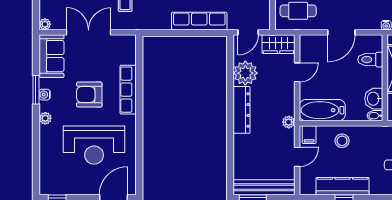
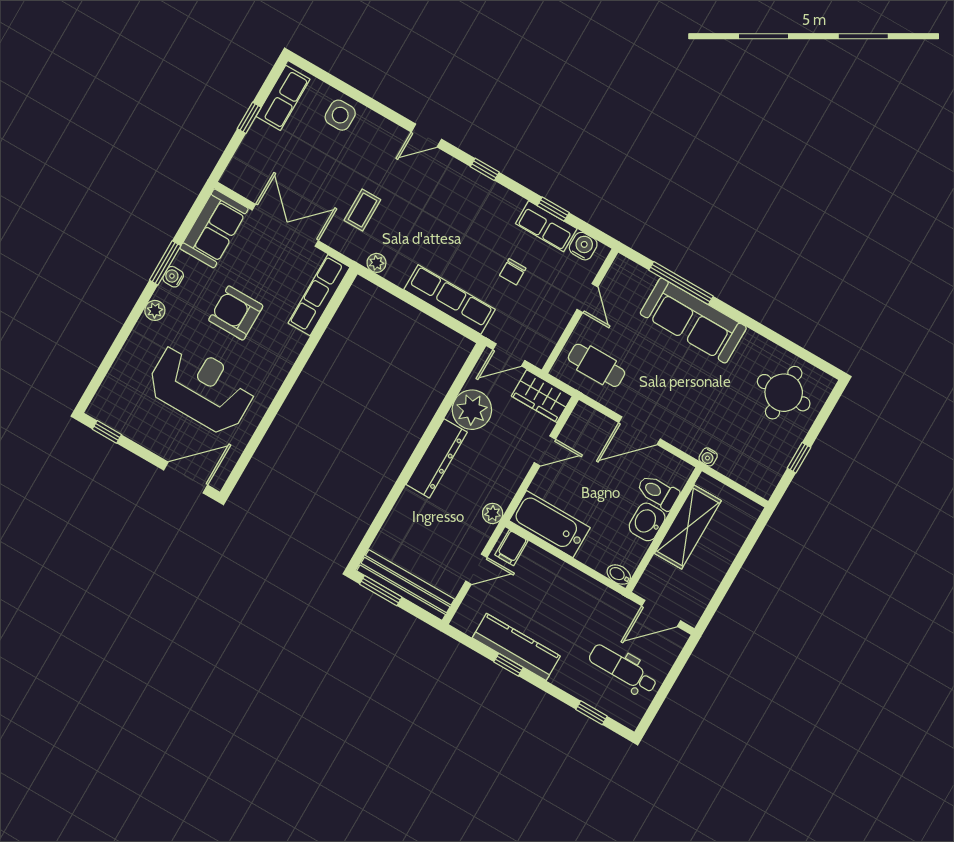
plant: (45, 24) -> (376, 263), moved
row of seats: (128, 90) -> (319, 295), moved
washbasin: (374, 99) -> (647, 522), moved
stool: (342, 141) -> (552, 583), removed
reception desk: (94, 145) -> (201, 388), turned 180

